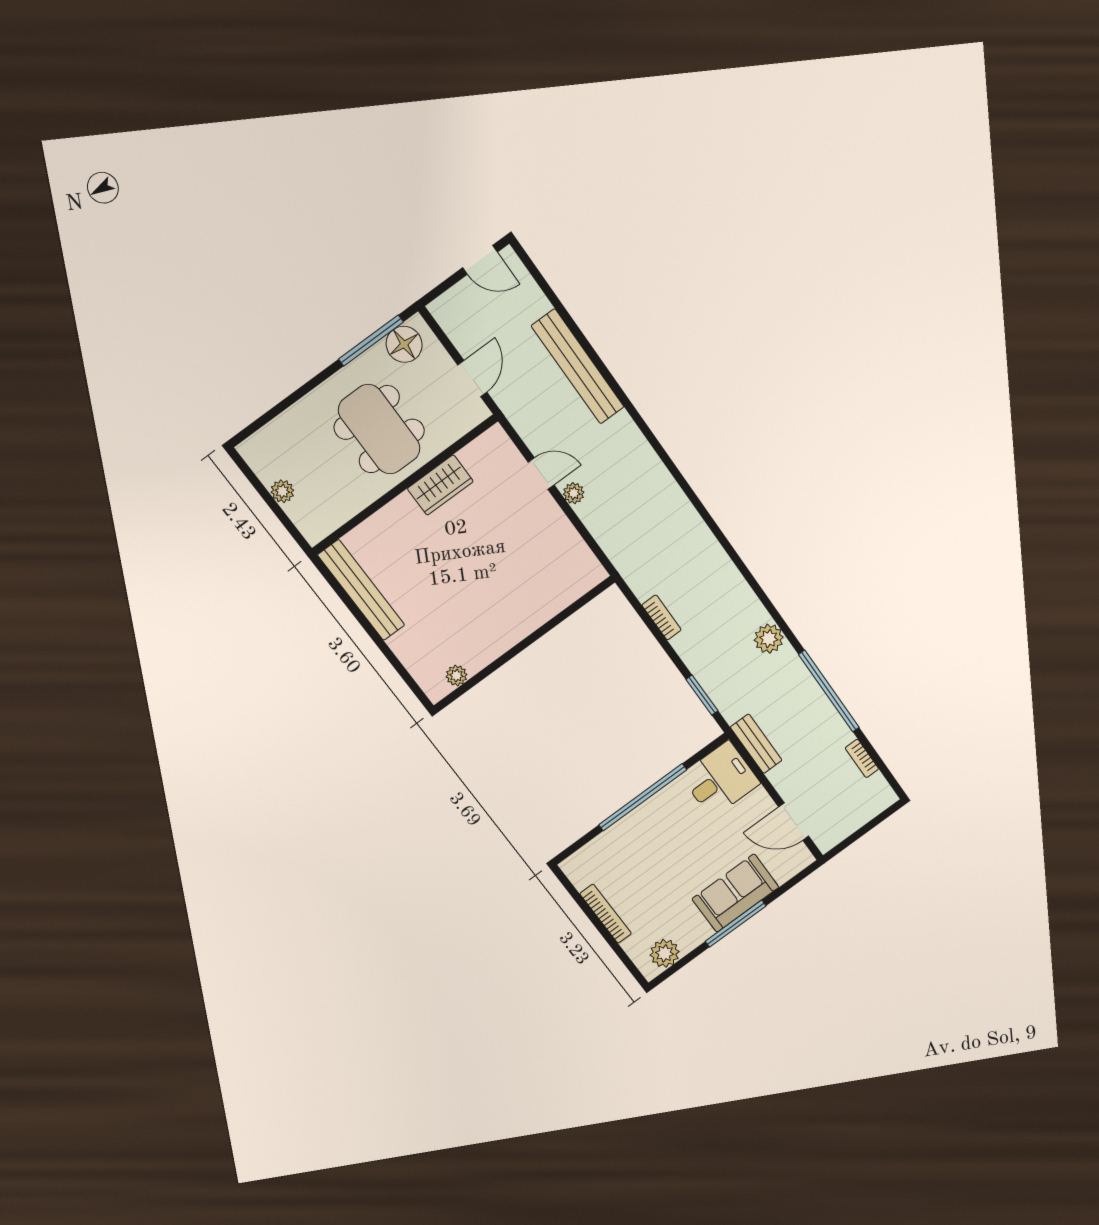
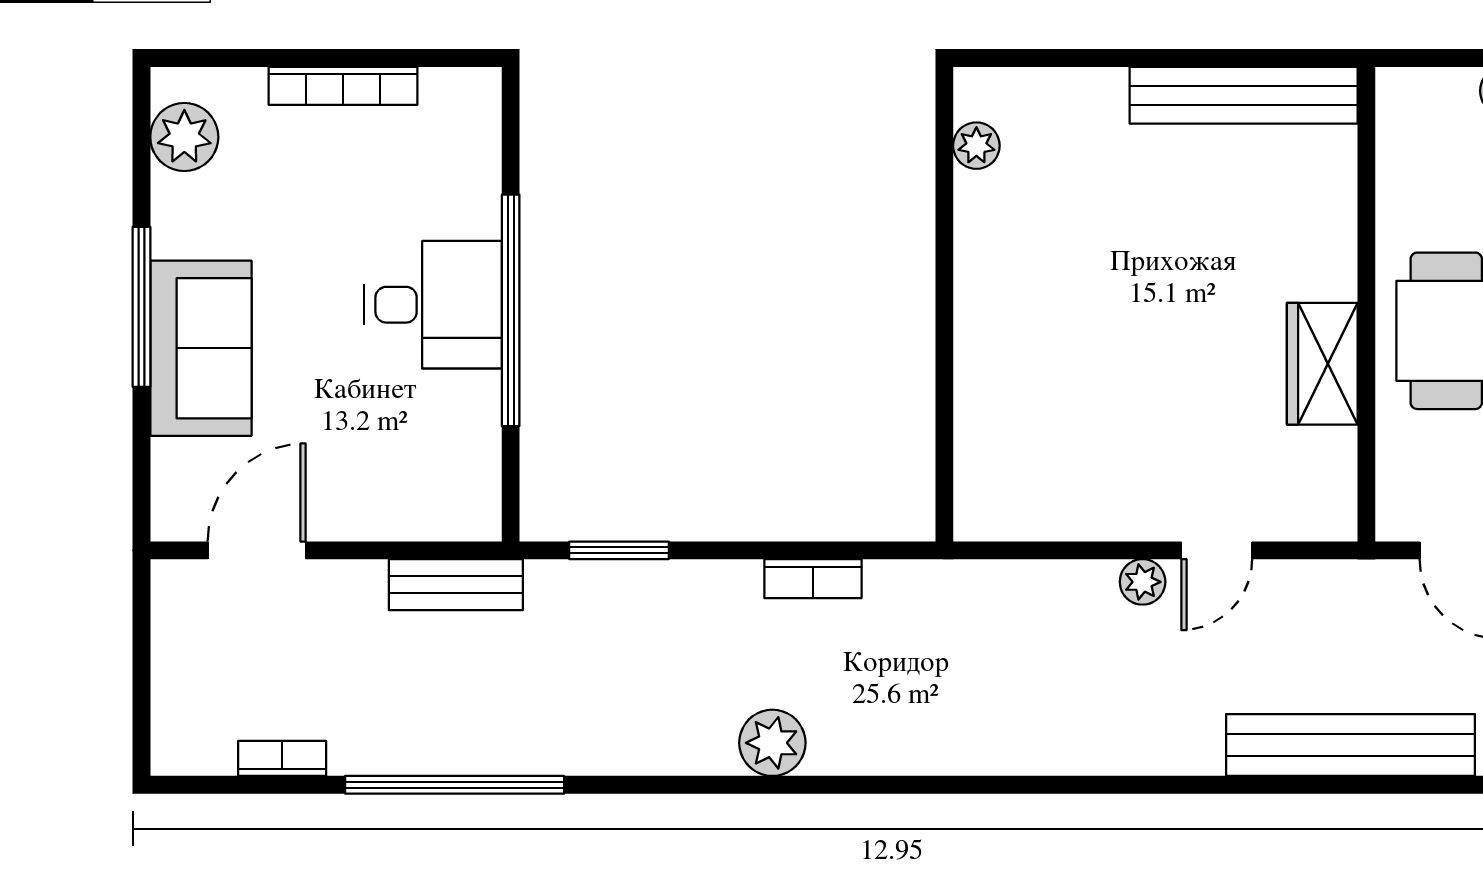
plant: (769, 639) -> (772, 743), moved
desk: (720, 779) -> (433, 305), moved, turned -90

